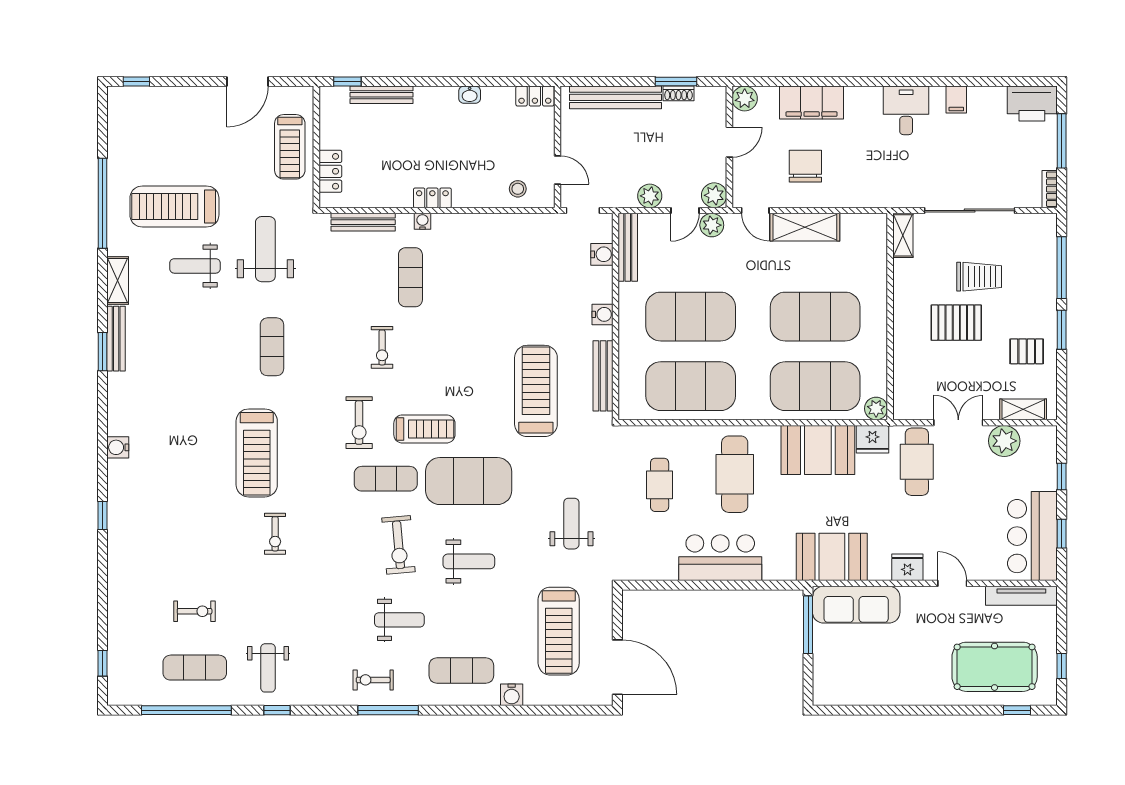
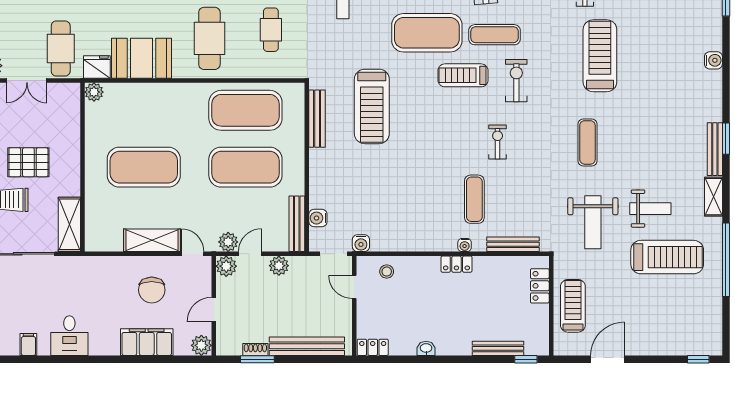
shelving: (903, 235) -> (69, 224), width x1.50, depth x1.33
water cooler: (602, 314) -> (361, 243), moved, turned -90
exercise mat: (815, 386) -> (144, 110), removed

